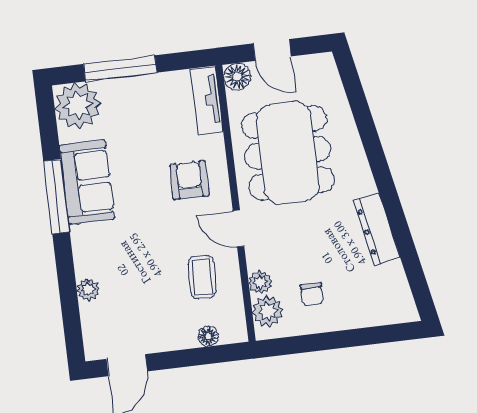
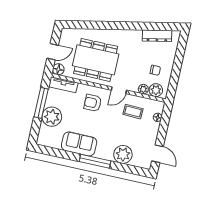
window: (120, 68) -> (41, 103), moved
plant: (78, 106) -> (52, 117), moved
window: (57, 197) -> (95, 161), moved
dresser: (377, 229) -> (157, 36), moved
plant: (88, 290) -> (123, 154), width x1.88, depth x1.88

